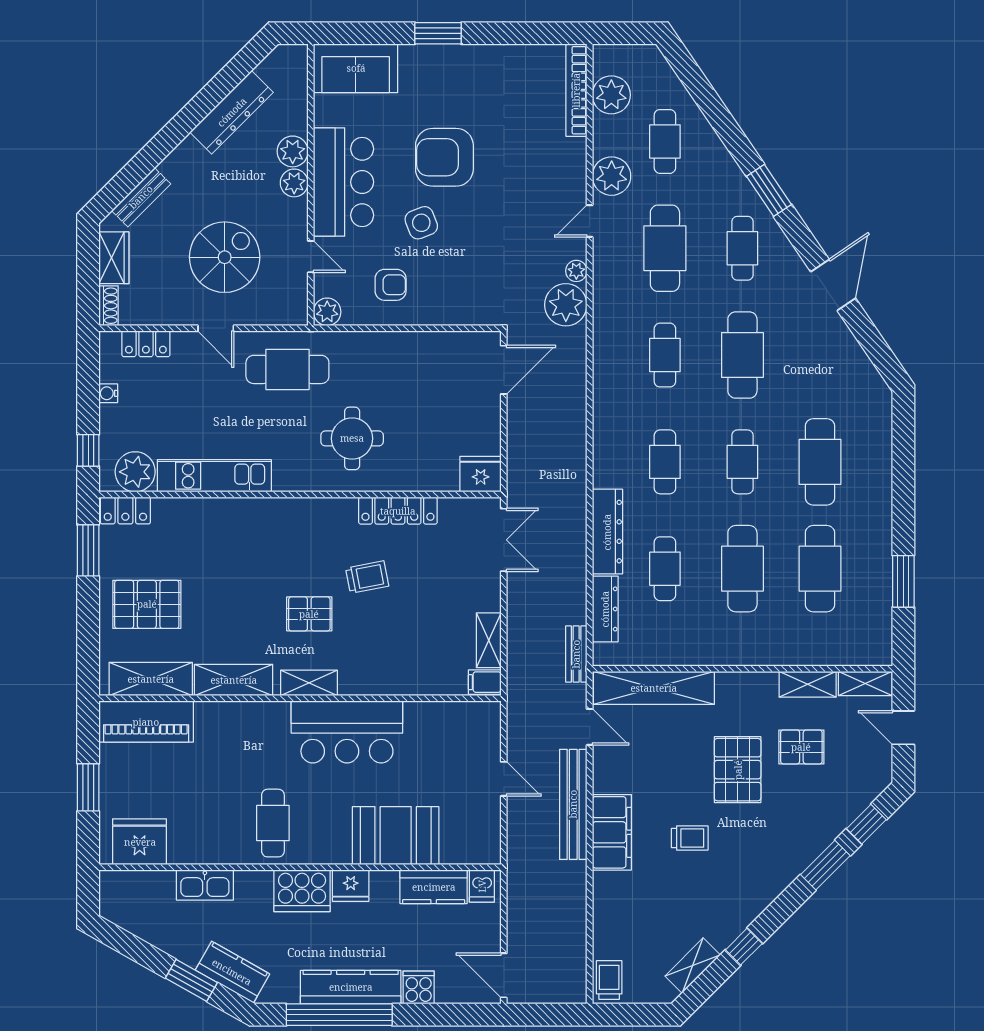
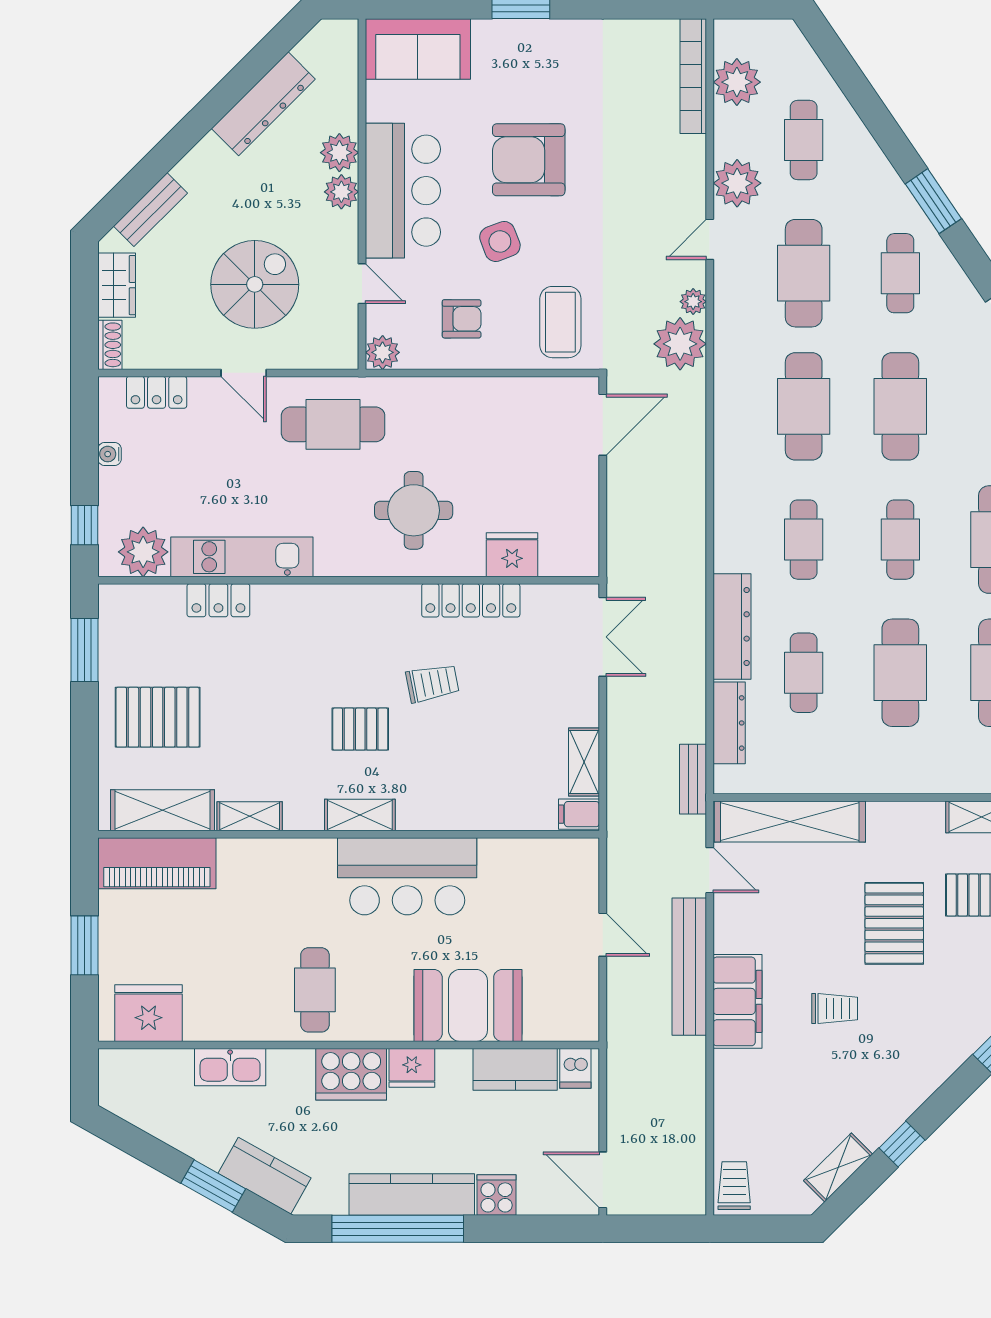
coffee table: (470, 287) -> (560, 322), added
cafe table: (665, 355) -> (804, 406), width x1.37, depth x1.35
fridge: (481, 474) -> (512, 555), moved
locker: (125, 511) -> (218, 600), moved
shelving: (234, 680) -> (250, 816), width x0.67, depth x0.75

